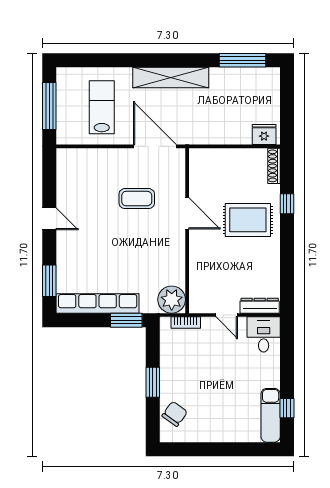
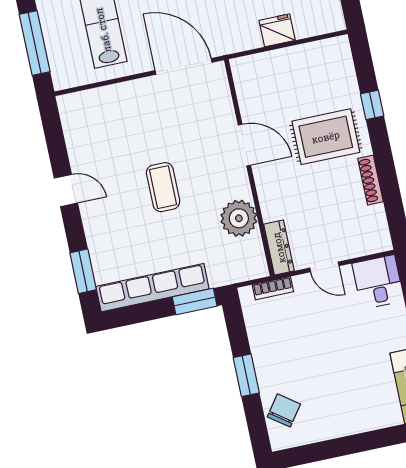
fridge: (264, 134) -> (277, 30), moved
shoe rack: (274, 166) -> (371, 180), moved
coffee table: (137, 199) -> (163, 187), moved, turned 90
plant: (172, 300) -> (239, 218), moved
dresser: (260, 306) -> (279, 248), moved, turned 90

